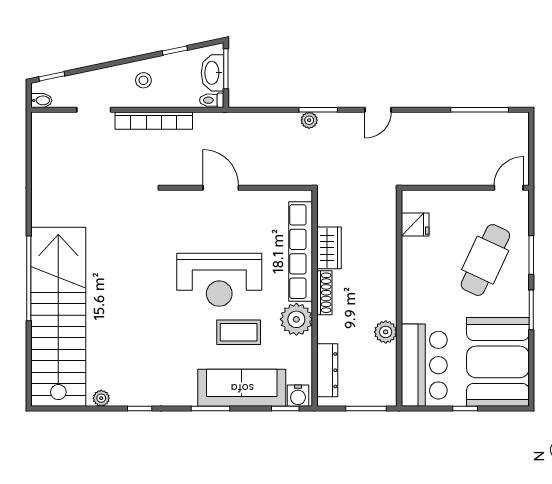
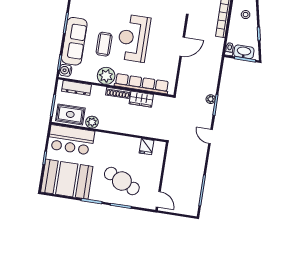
rug: (378, 374) -> (70, 114), added

